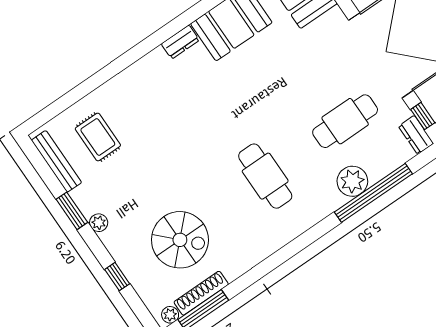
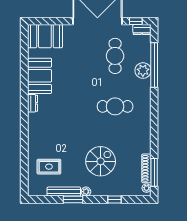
bench: (56, 161) -> (64, 192), moved
spiral stairs: (180, 240) -> (101, 161), moved

